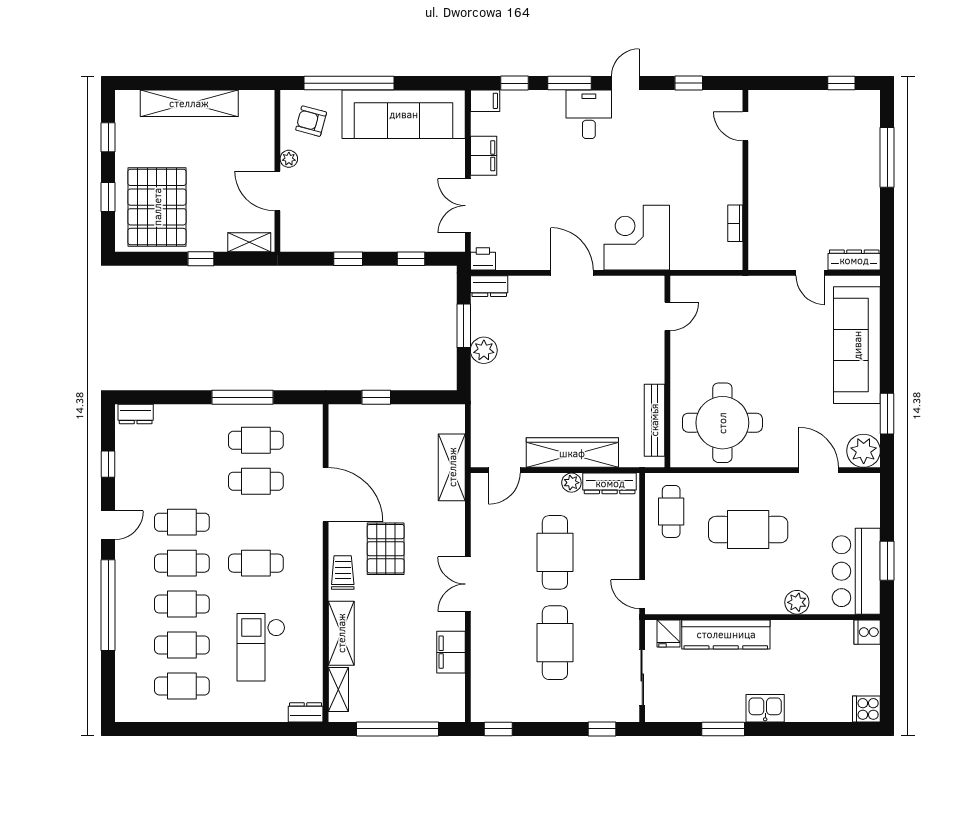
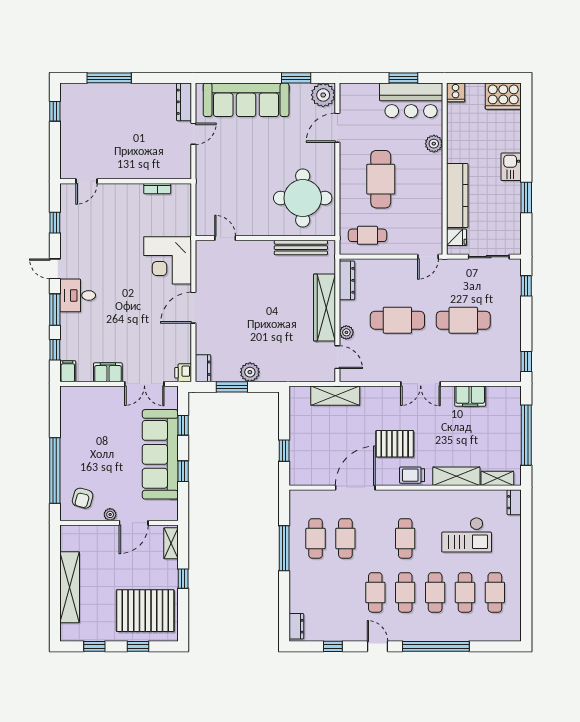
sofa: (404, 114) -> (160, 454), moved, turned 180
plant: (571, 483) -> (346, 332), moved
cooker: (866, 709) -> (503, 96), width x1.87, depth x1.31

